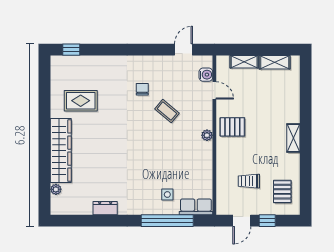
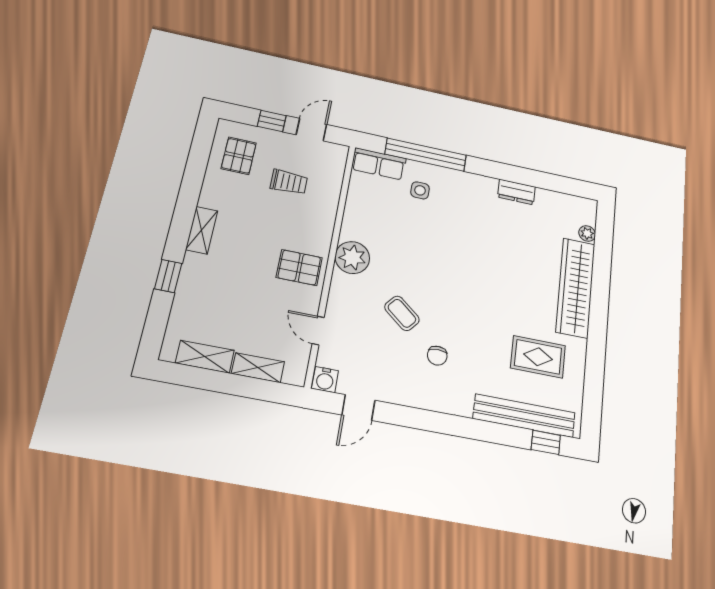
bench: (86, 63) -> (524, 416), added
water cooler: (206, 75) -> (325, 380), moved, turned -90
window: (306, 106) -> (168, 276), added
plant: (207, 135) -> (352, 257), width x1.88, depth x1.88

